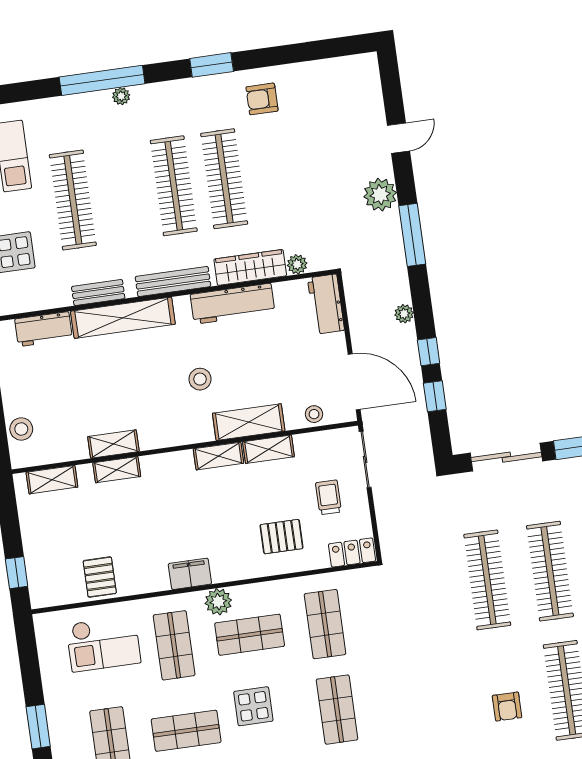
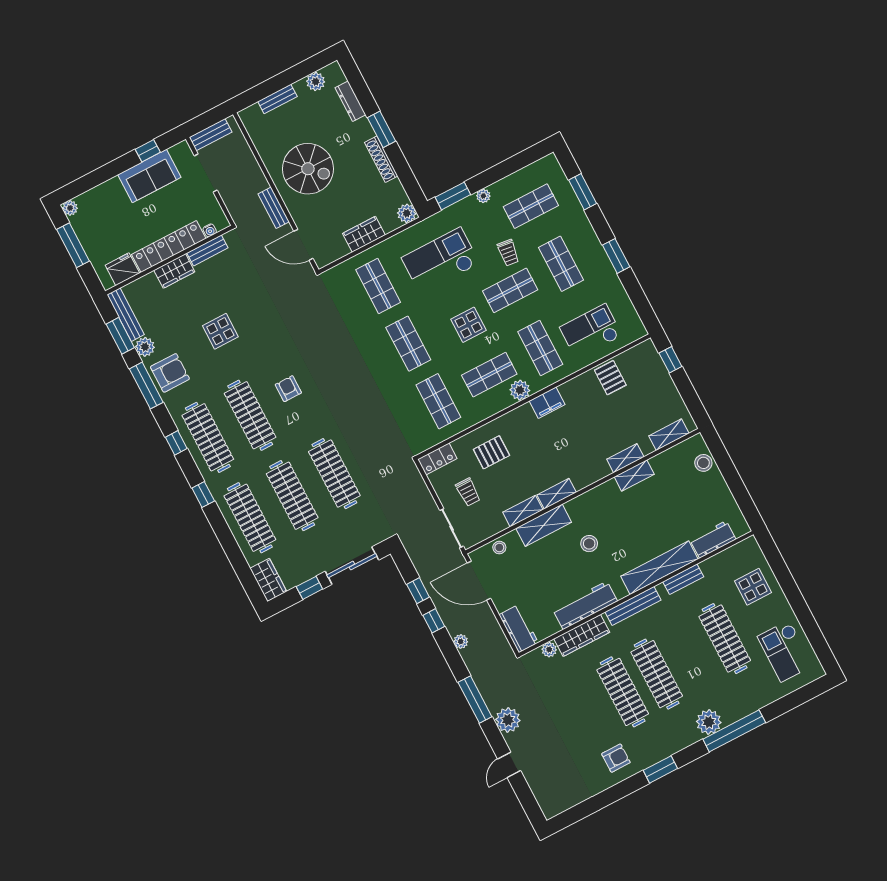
plant: (121, 96) -> (709, 722), width x1.88, depth x1.88

